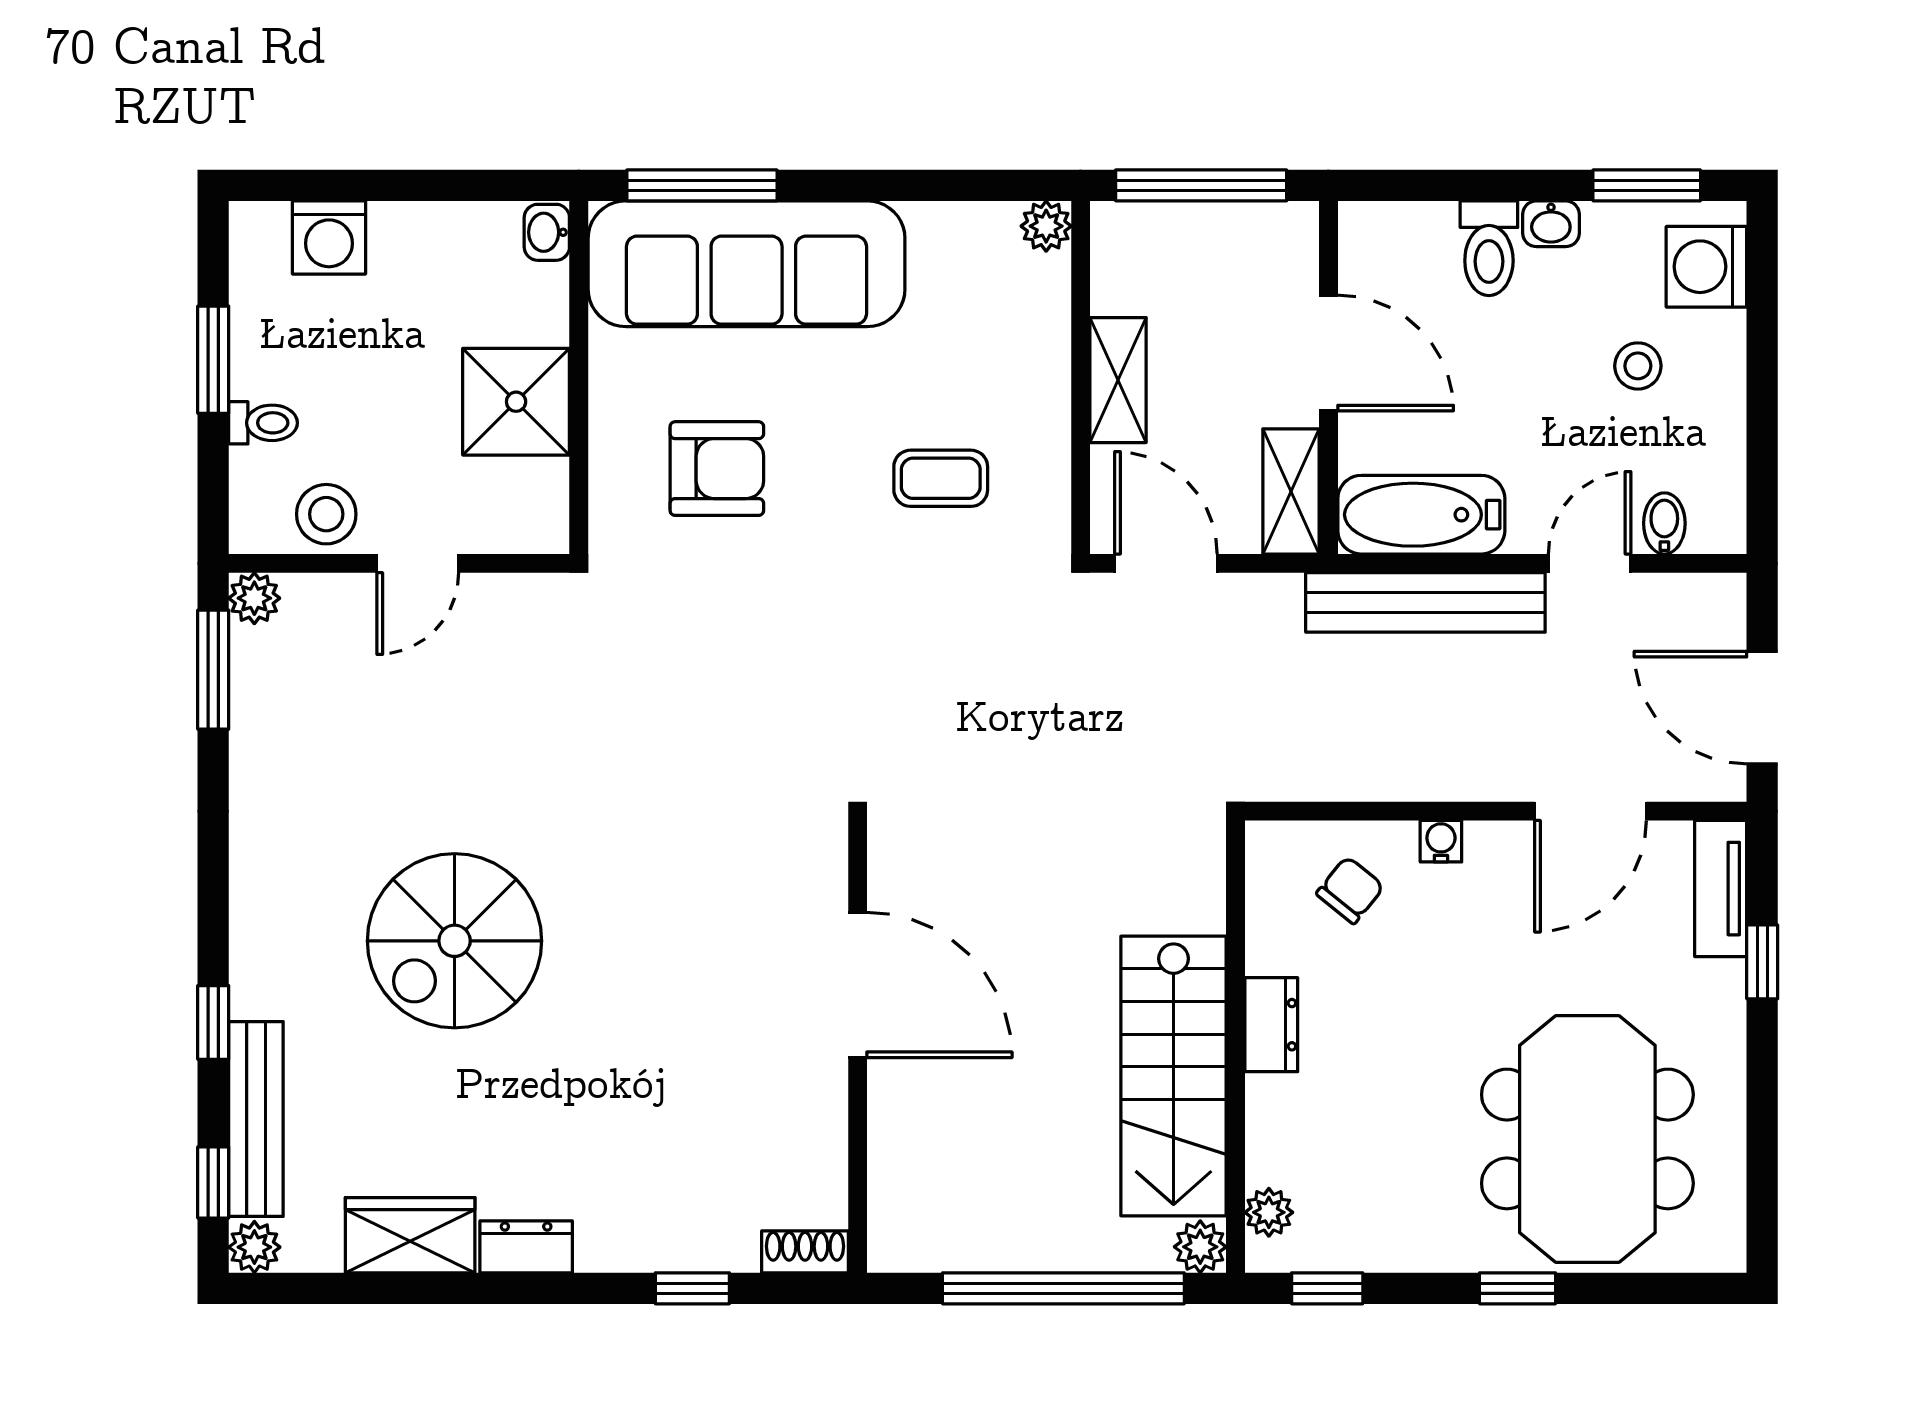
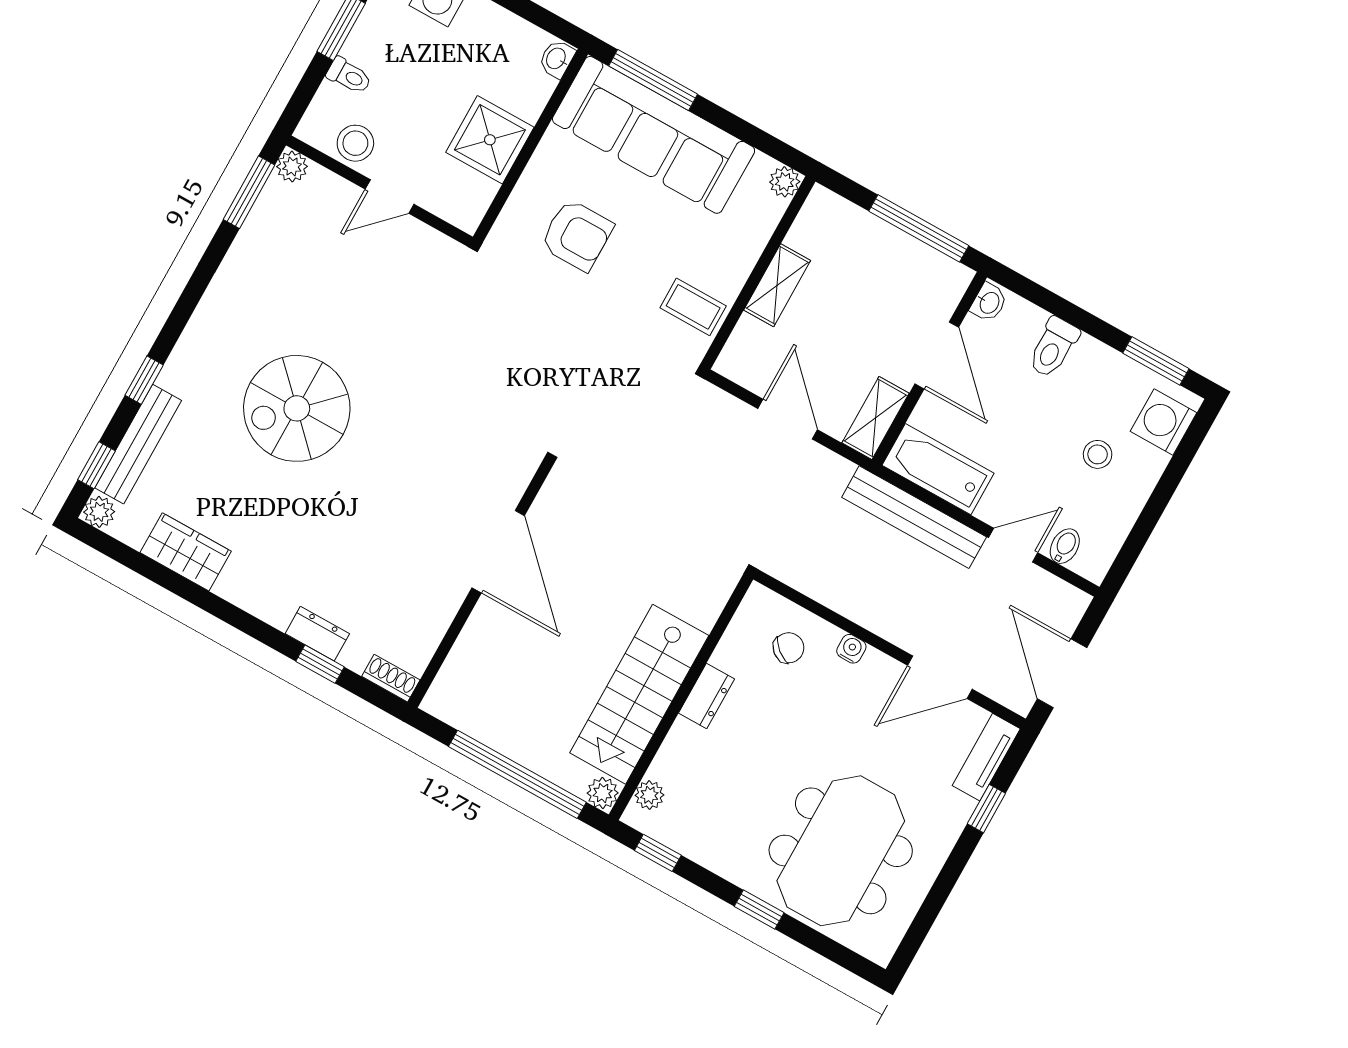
washbasin: (1551, 224) -> (989, 302), moved, turned -90
plant: (1046, 226) -> (785, 182), moved
wall: (1081, 377) -> (758, 273), moved
shelving: (1118, 380) -> (777, 285), moved
dresser: (526, 1247) -> (317, 634), moved

